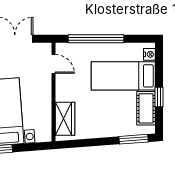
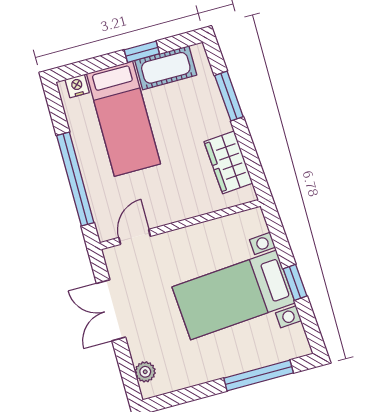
wardrobe: (65, 119) -> (228, 162), moved, turned -94
window: (134, 139) -> (229, 96), moved

